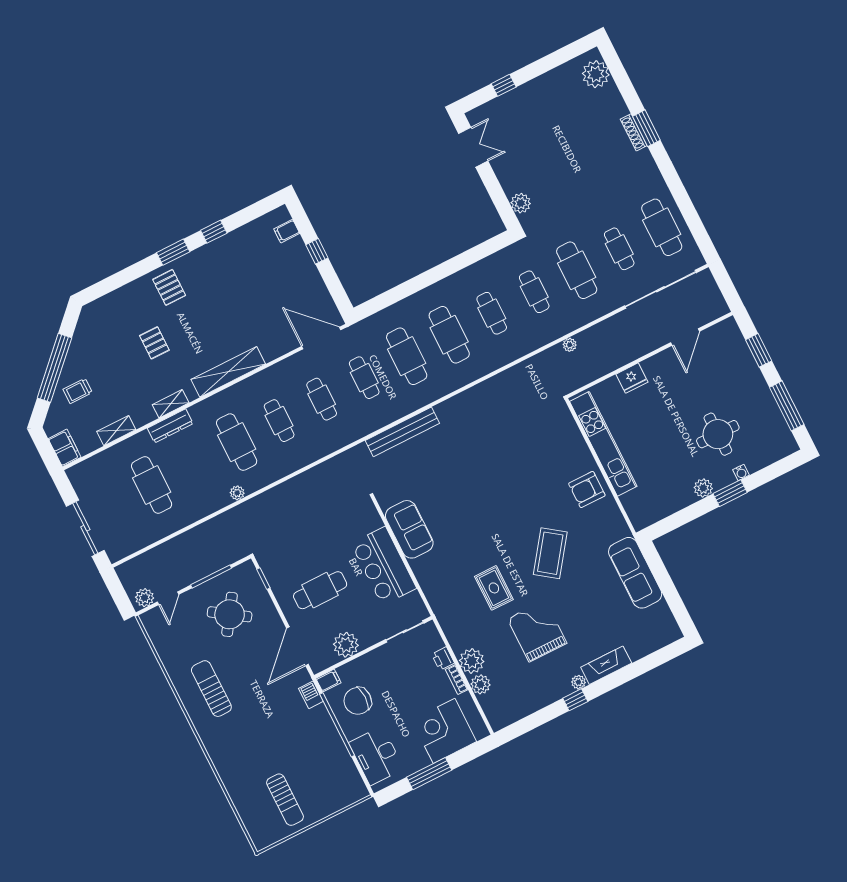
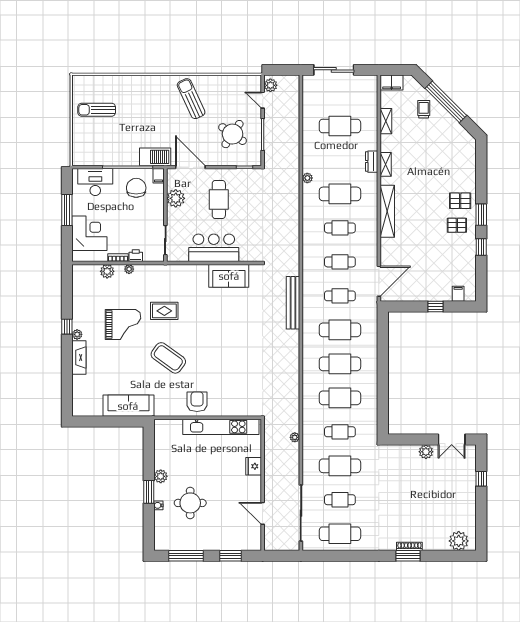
plant: (521, 203) -> (426, 452), moved
cafe table: (492, 313) -> (340, 398), width x1.37, depth x1.35
pallet: (154, 343) -> (457, 225), moved
dresser: (170, 426) -> (372, 162), width x0.70
plant: (472, 661) -> (129, 269), width x0.53, depth x0.53
sun lounger: (211, 689) -> (191, 99), turned -115
barbecue: (311, 695) -> (155, 157), width x1.88, depth x1.53

